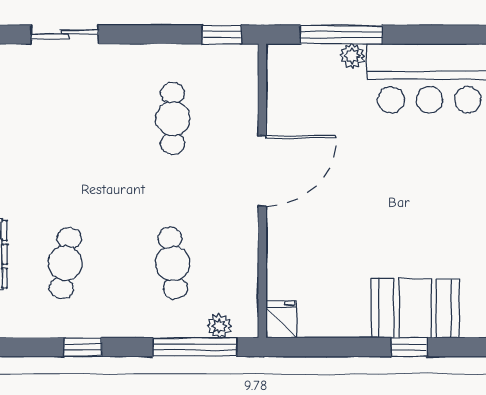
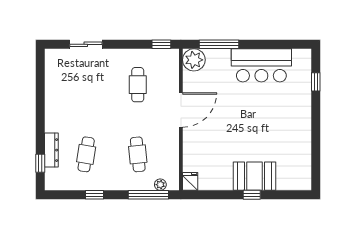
plant: (352, 56) -> (194, 60), moved, width x1.88, depth x1.88

